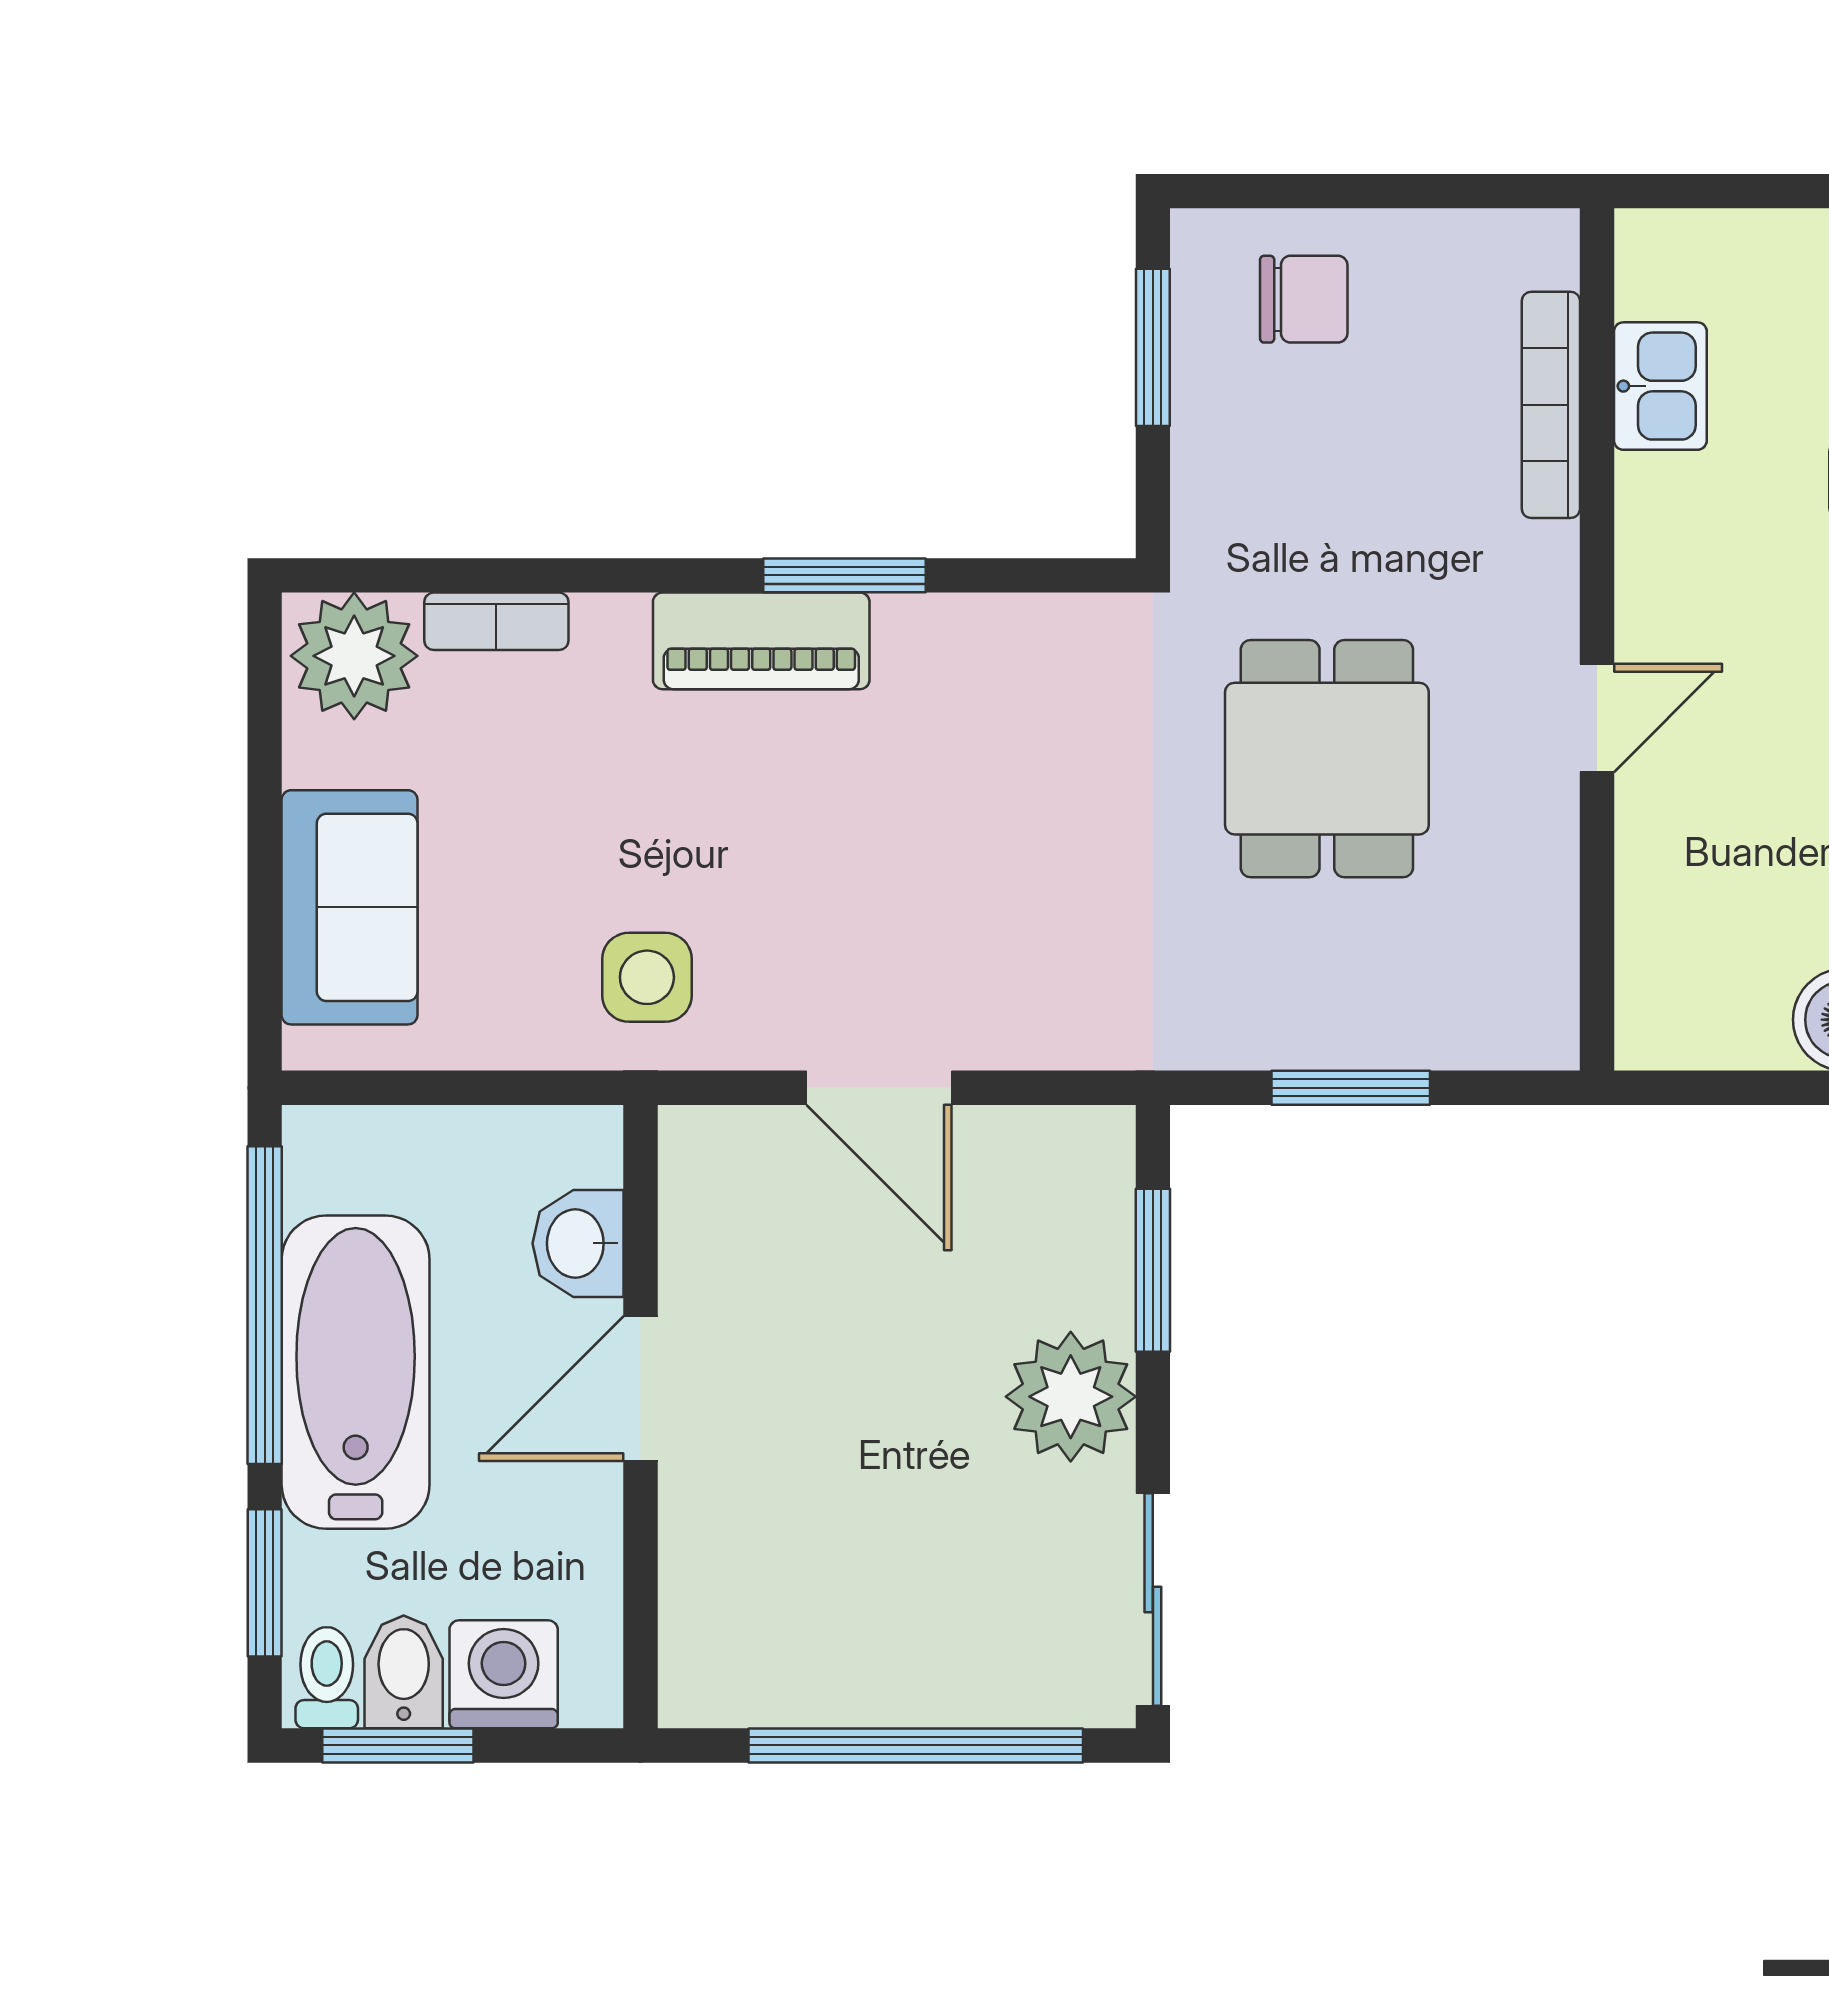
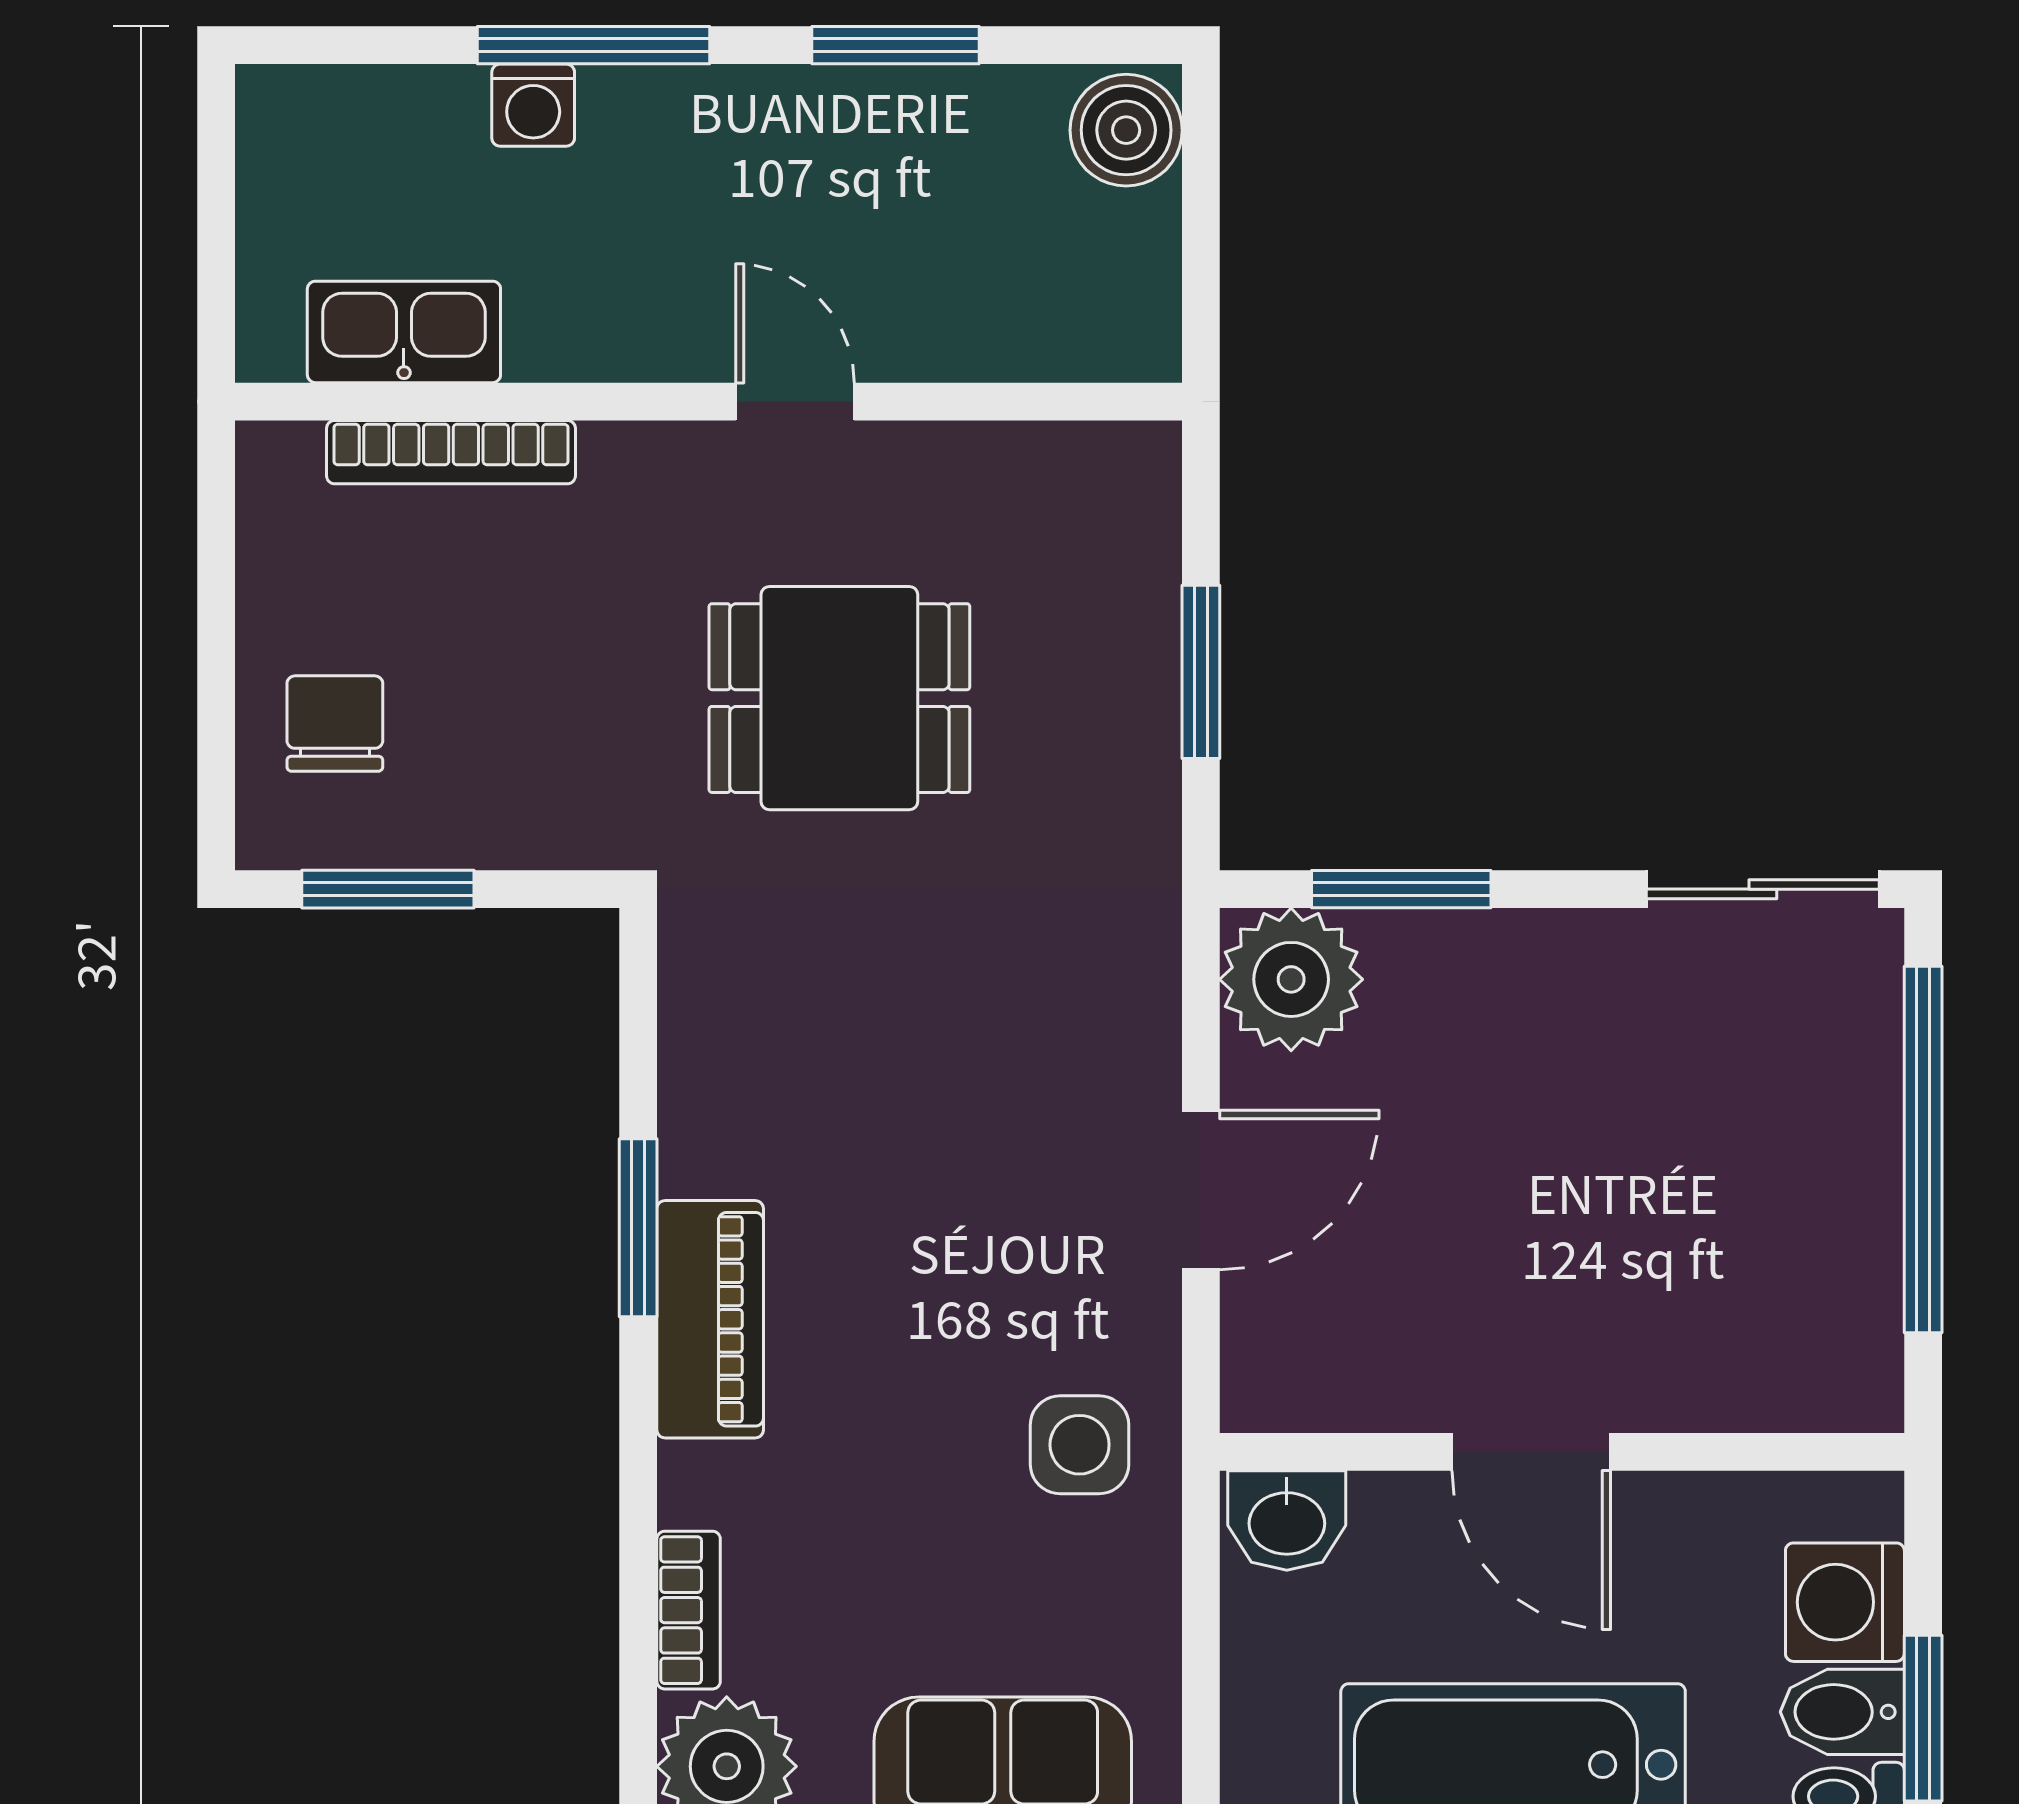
kitchen sink: (1660, 386) -> (404, 332), width x1.38
washbasin: (578, 1243) -> (1287, 1520), moved
plant: (1071, 1397) -> (1291, 979), moved

